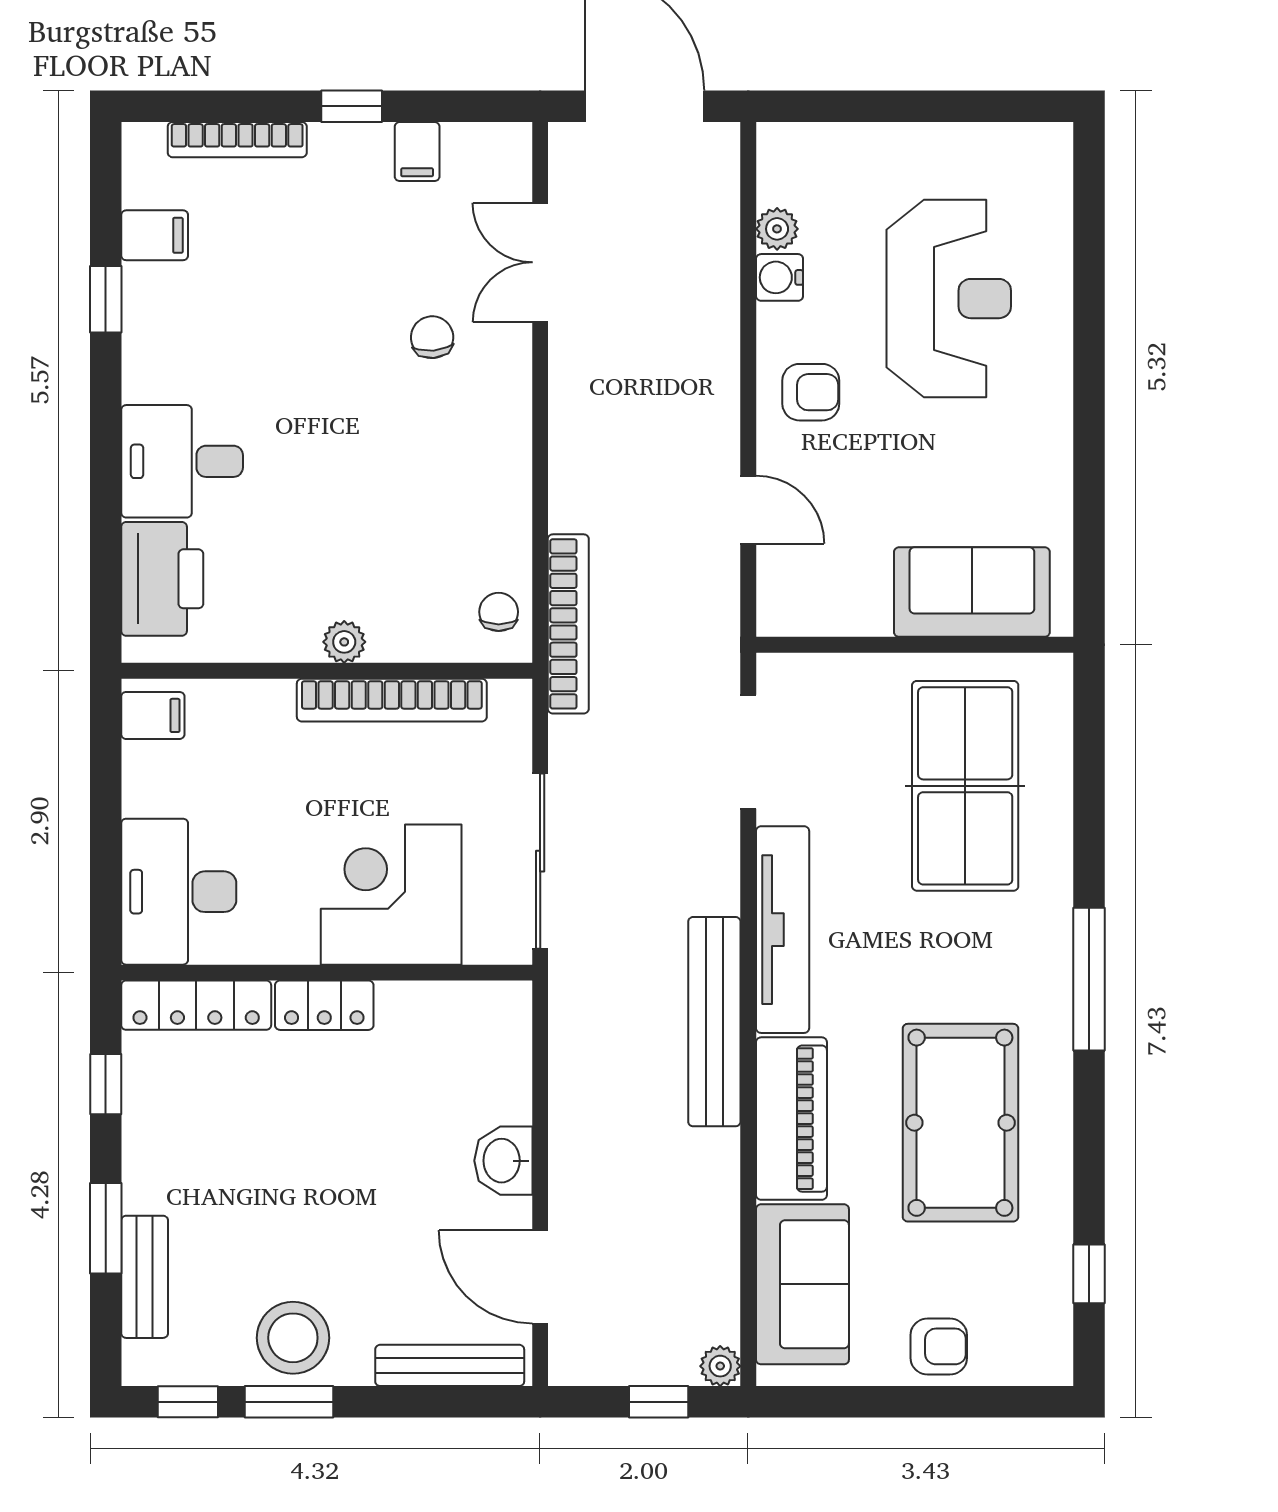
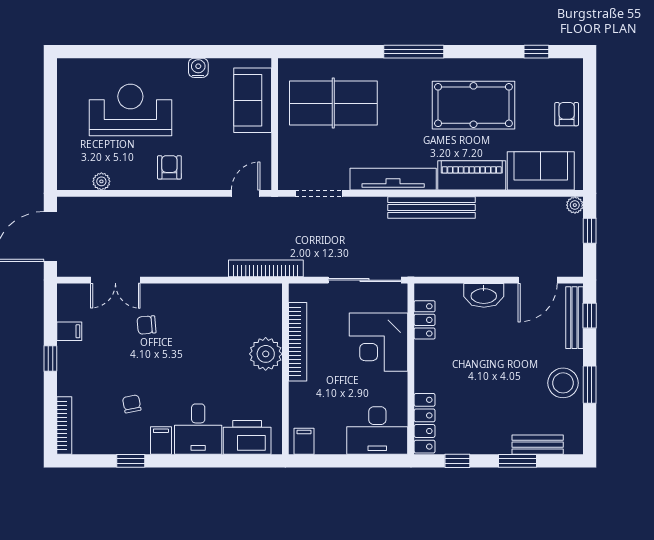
bookcase: (237, 140) -> (64, 425), moved
filing cabinet: (155, 235) -> (161, 440), moved
water cooler: (780, 277) -> (198, 68), moved, turned 180
door: (748, 510) -> (246, 193), moved
chair: (499, 612) -> (132, 404), moved, turned 79
plant: (344, 642) -> (266, 354), width x1.87, depth x1.87
locker: (324, 1005) -> (425, 320), moved
washbasin: (503, 1161) -> (484, 295), width x1.38
window: (188, 1402) -> (590, 316), moved

